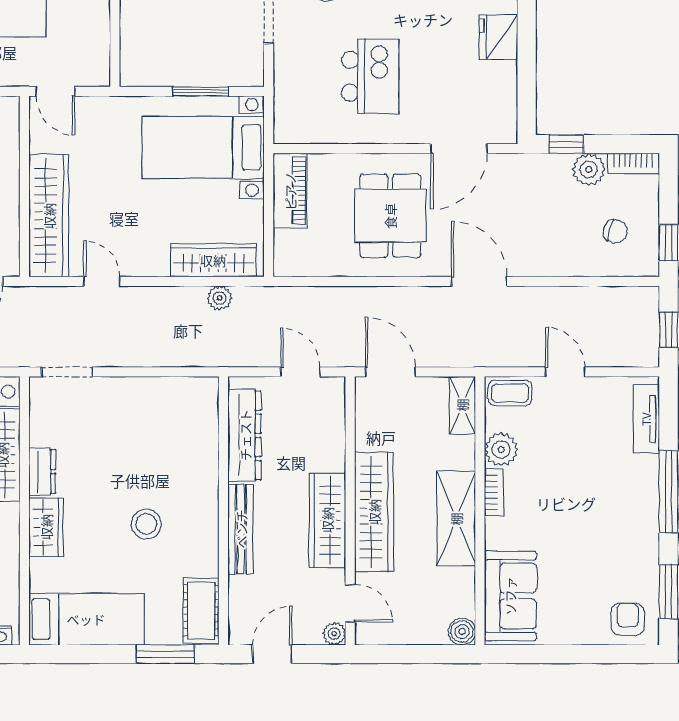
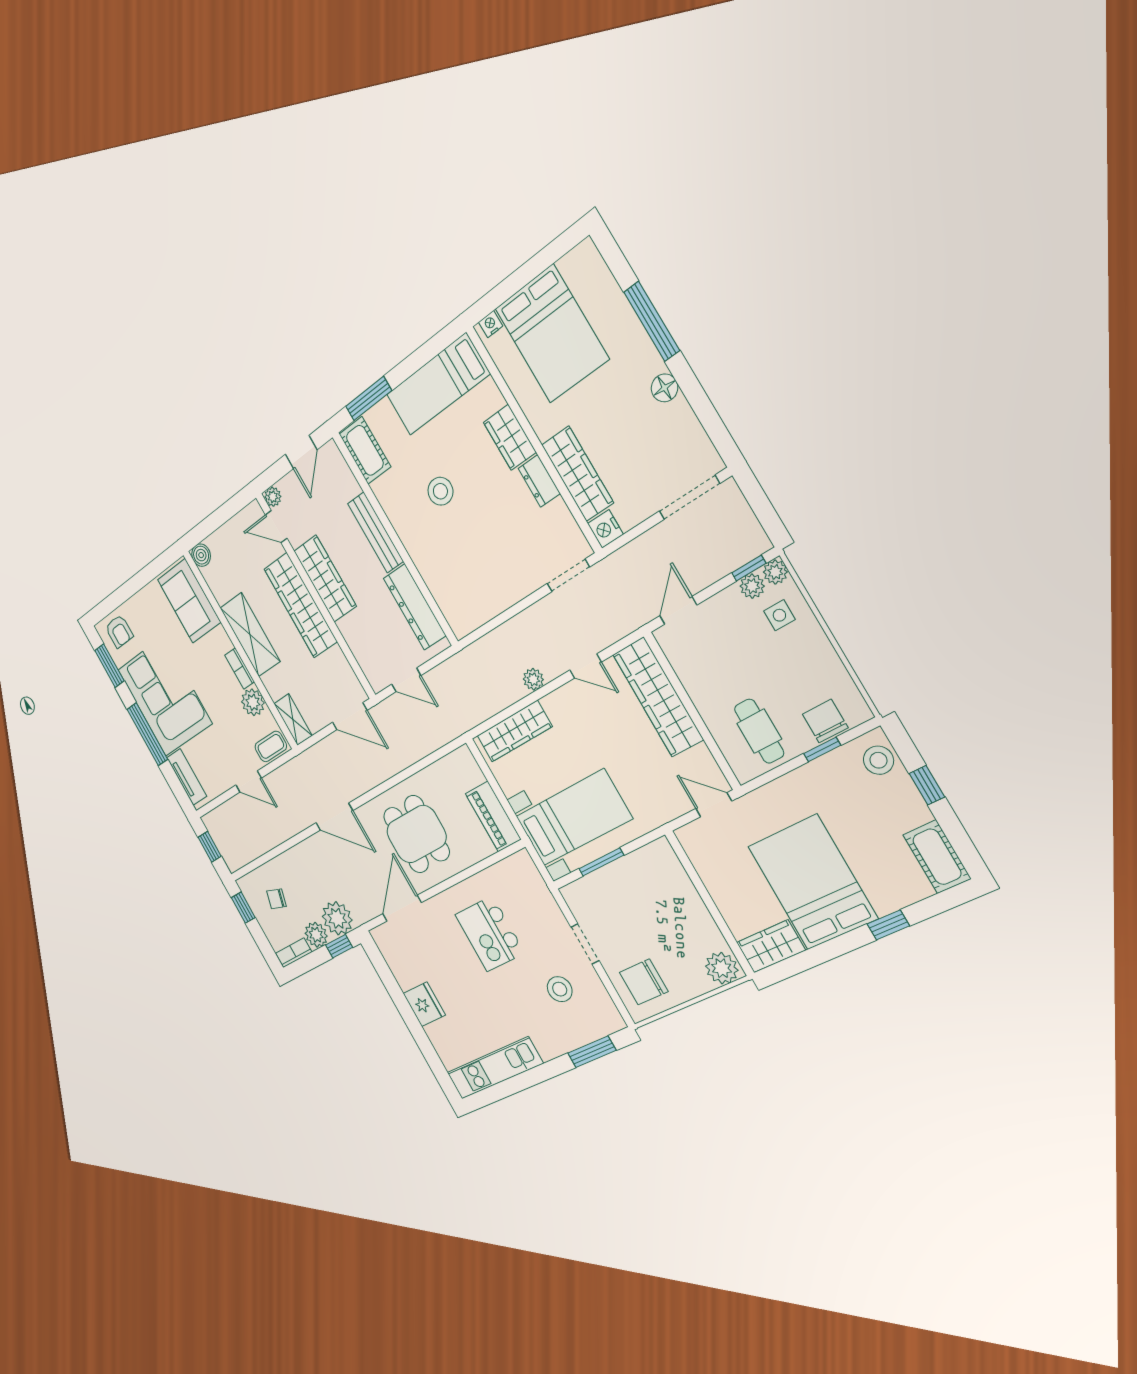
plant: (549, 175) -> (337, 918), added
plant: (220, 298) -> (533, 679), moved
corner sofa: (615, 518) -> (165, 696), added

